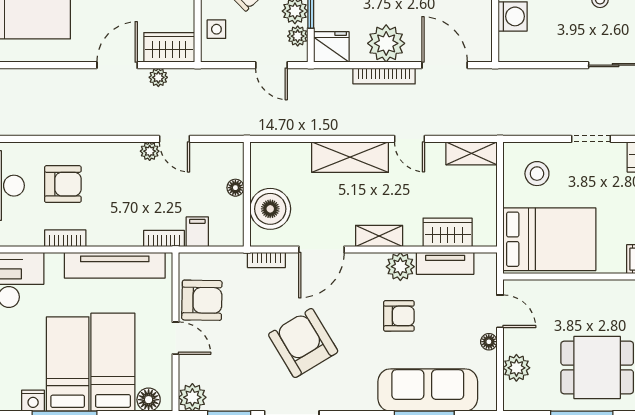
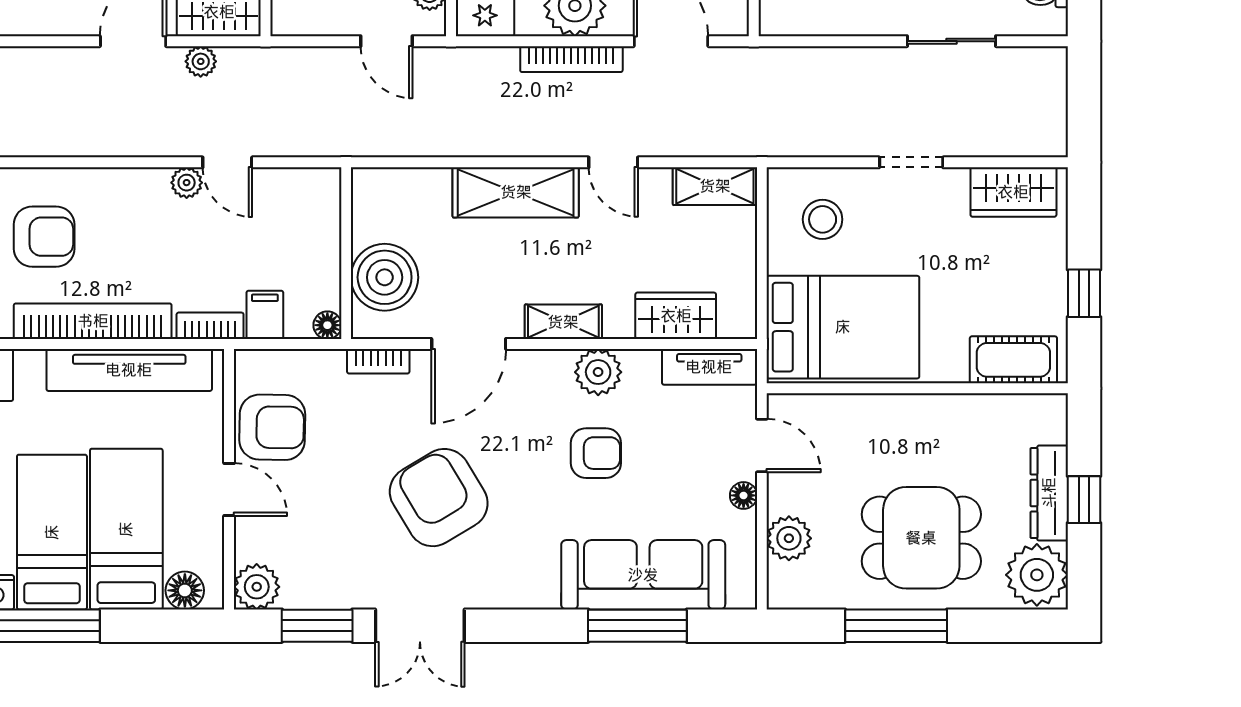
floor lamp: (235, 188) -> (327, 325), moved
bookcase: (65, 238) -> (93, 321), width x2.31, depth x1.31
tv unit: (445, 263) -> (709, 367), moved

